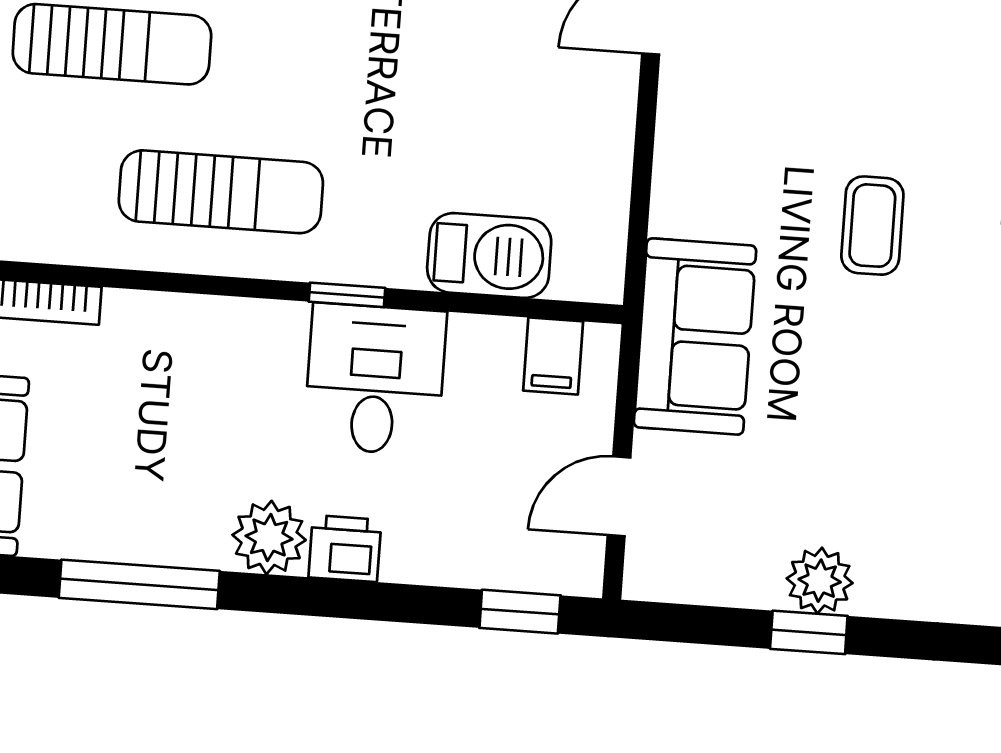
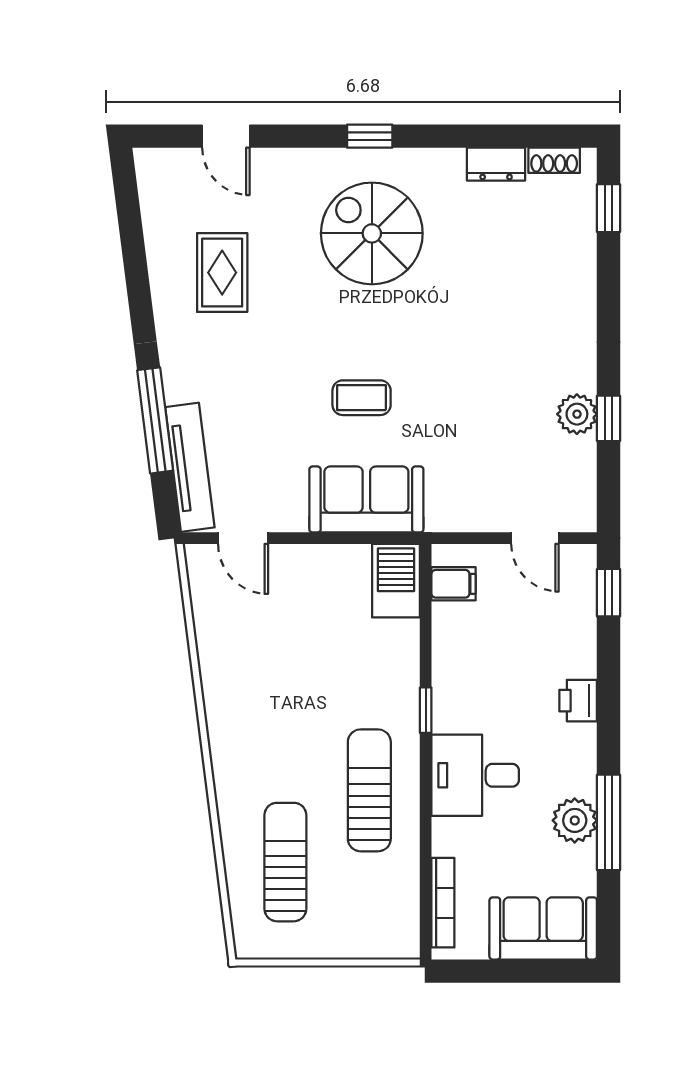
barbecue: (489, 256) -> (396, 581), moved
sofa: (695, 336) -> (366, 499), moved
desk: (375, 379) -> (475, 775), moved
plant: (269, 537) -> (575, 820), moved

